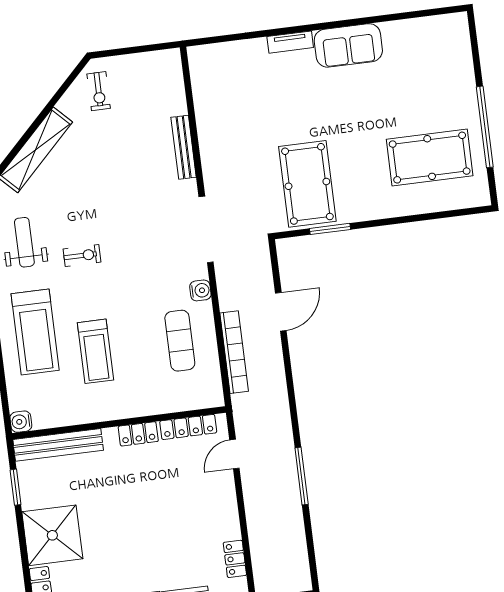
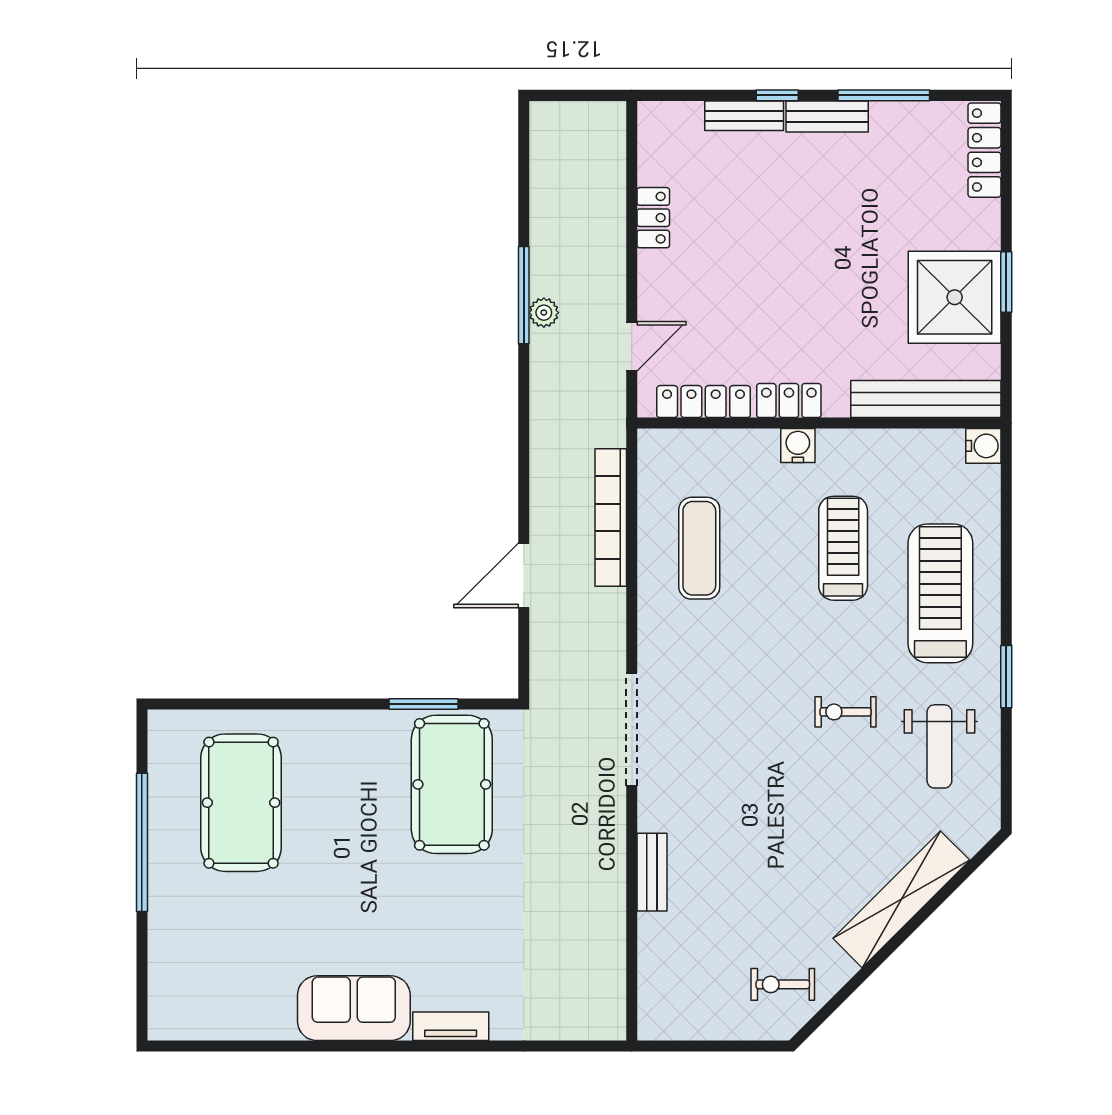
exercise bike: (99, 91) -> (783, 984), turned -90
bench: (184, 147) -> (652, 872), width x0.73
pool table: (430, 158) -> (241, 803), turned 90
water cooler: (200, 290) -> (798, 446), moved, turned 90
plant: (288, 467) -> (544, 313), added
window: (16, 487) -> (1006, 282), moved
shower: (52, 535) -> (955, 297), moved
locker: (235, 559) -> (653, 218), moved

